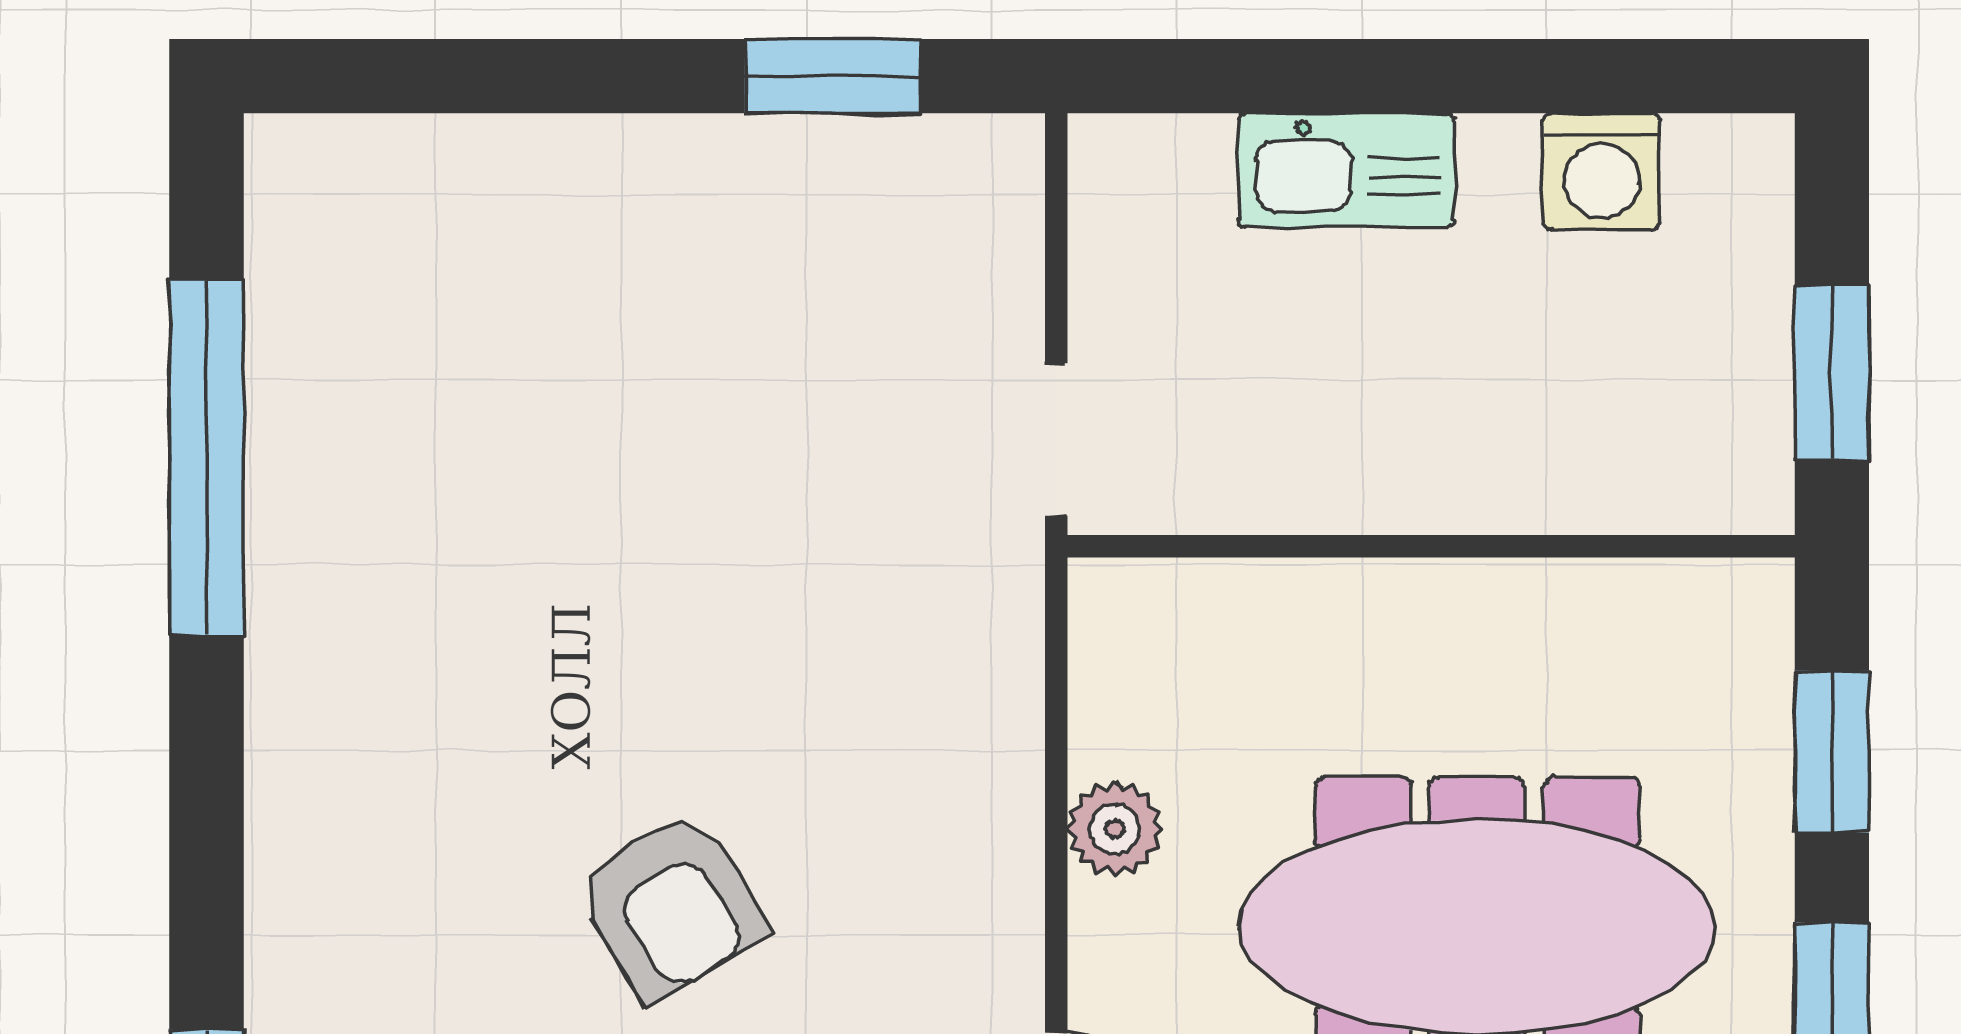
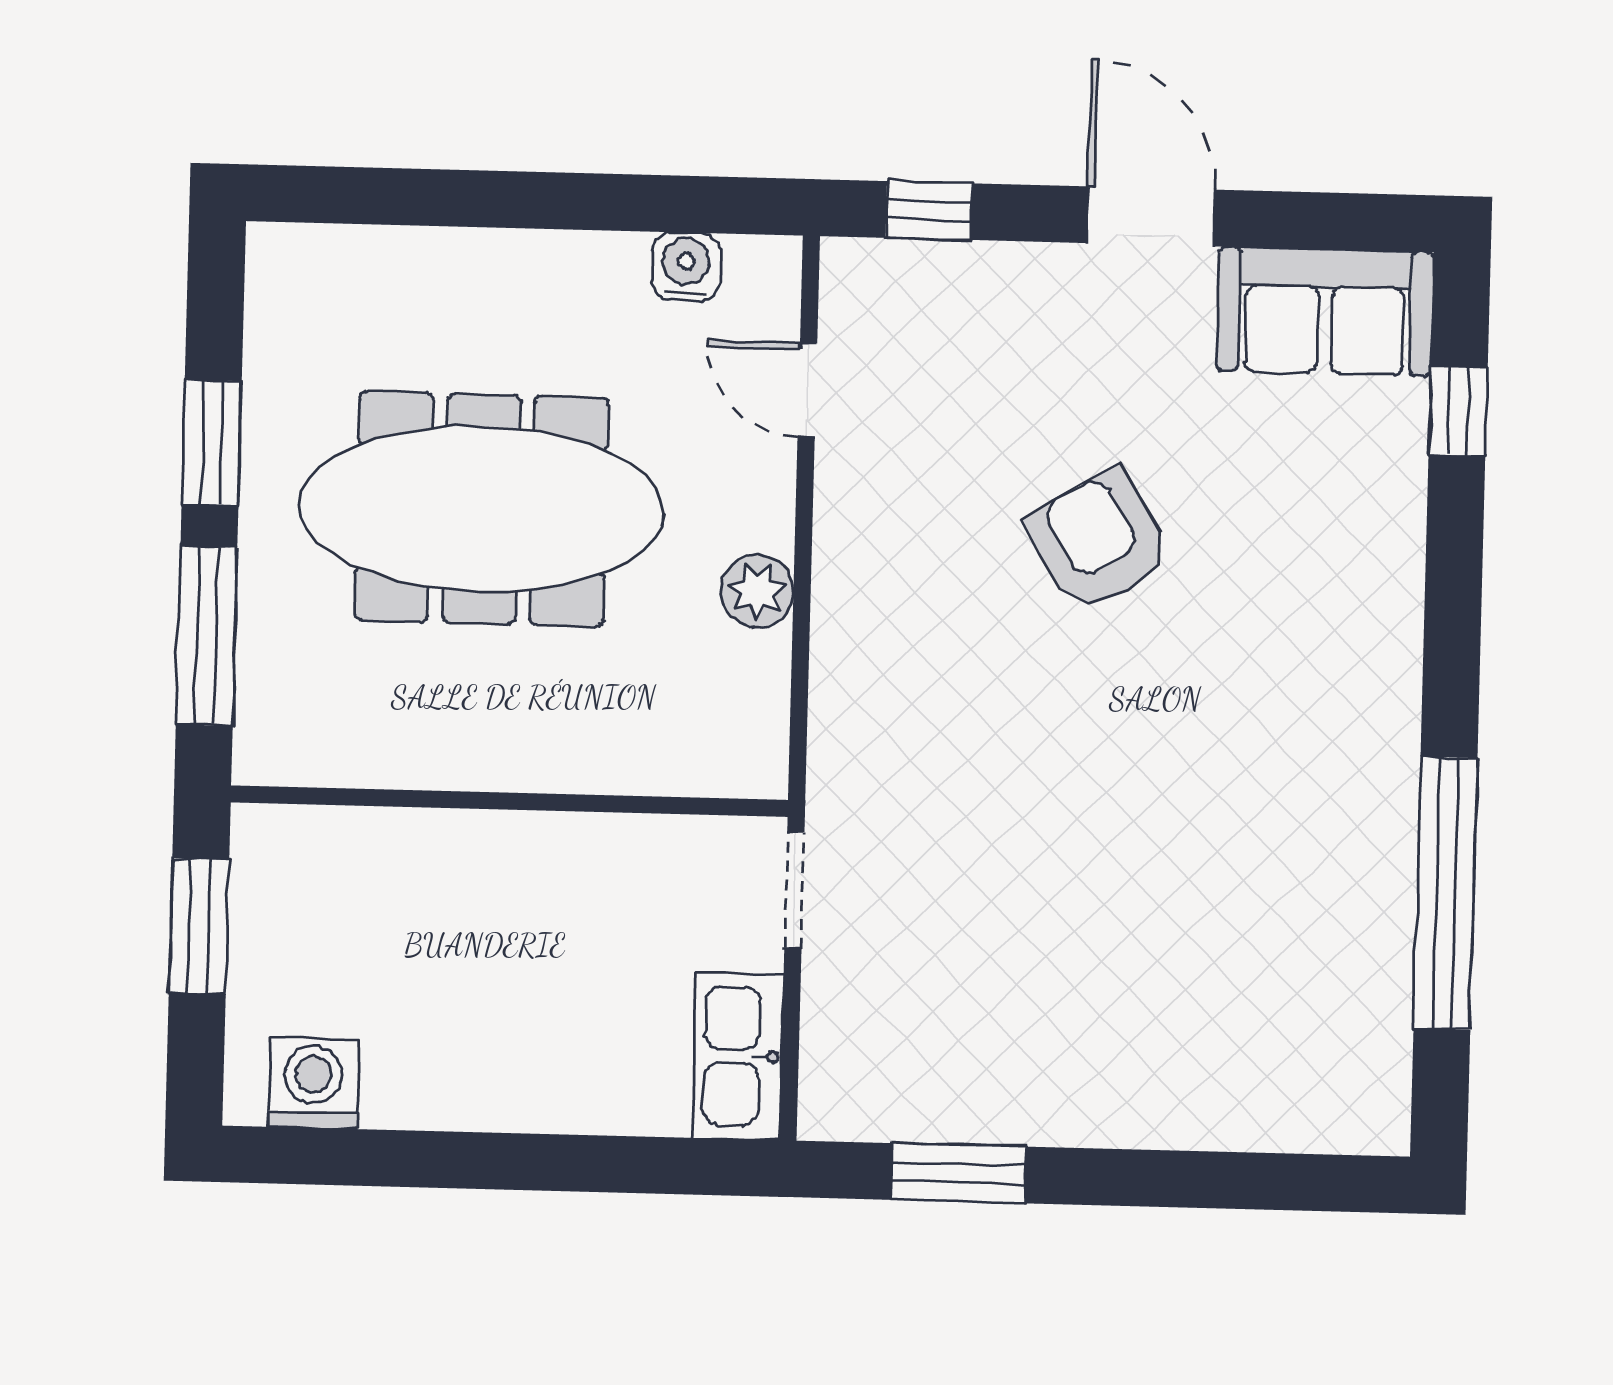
kitchen sink: (1346, 170) -> (738, 1056), moved, turned -90
washing machine: (1602, 171) -> (313, 1083), moved
window: (1832, 752) -> (207, 636), width x1.44

